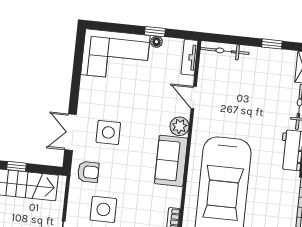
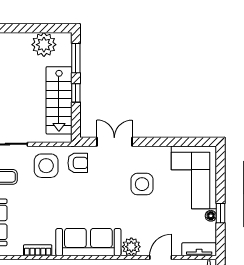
side table: (108, 132) -> (142, 184), moved
sofa: (171, 161) -> (88, 242), width x1.36
armchair: (88, 172) -> (78, 163), turned -90
side table: (103, 209) -> (46, 166), moved

